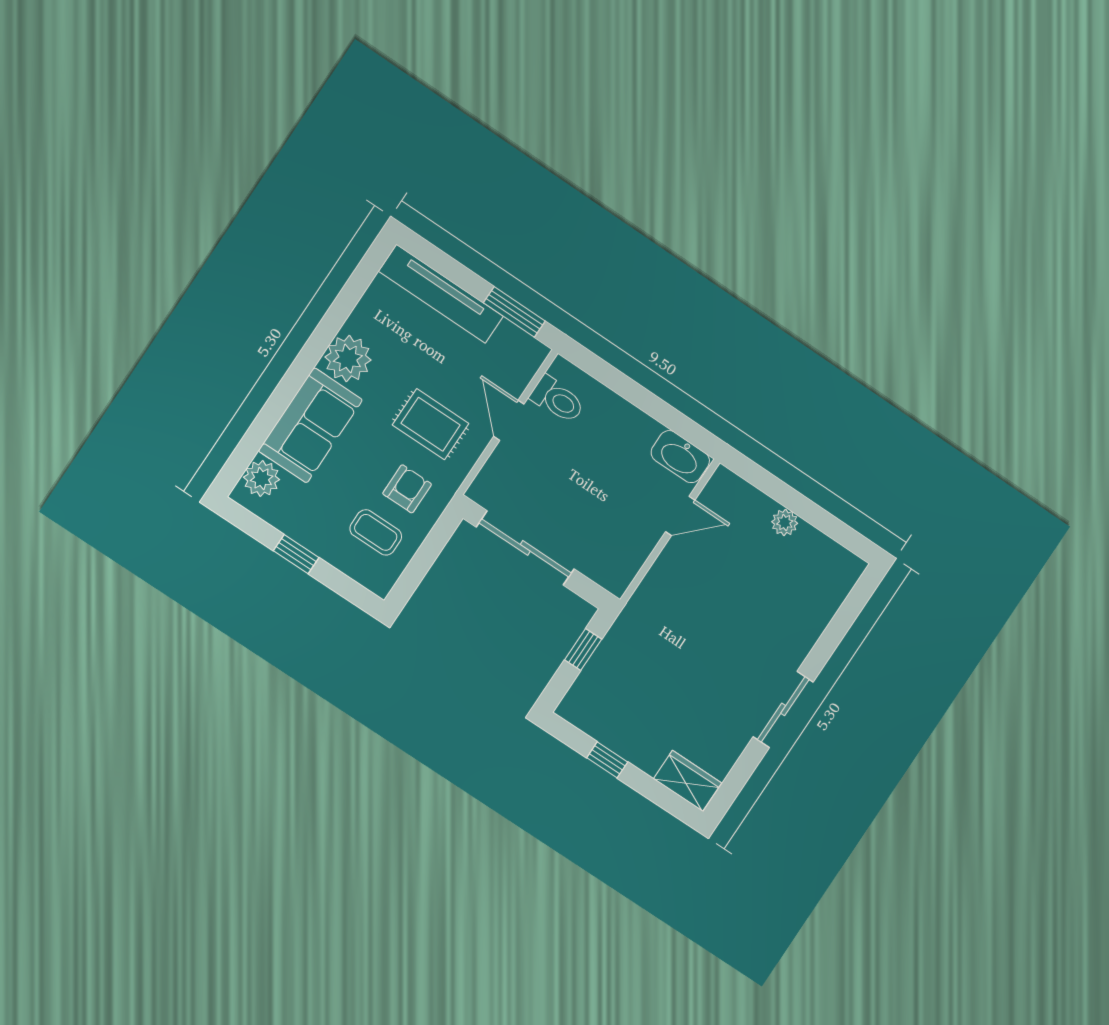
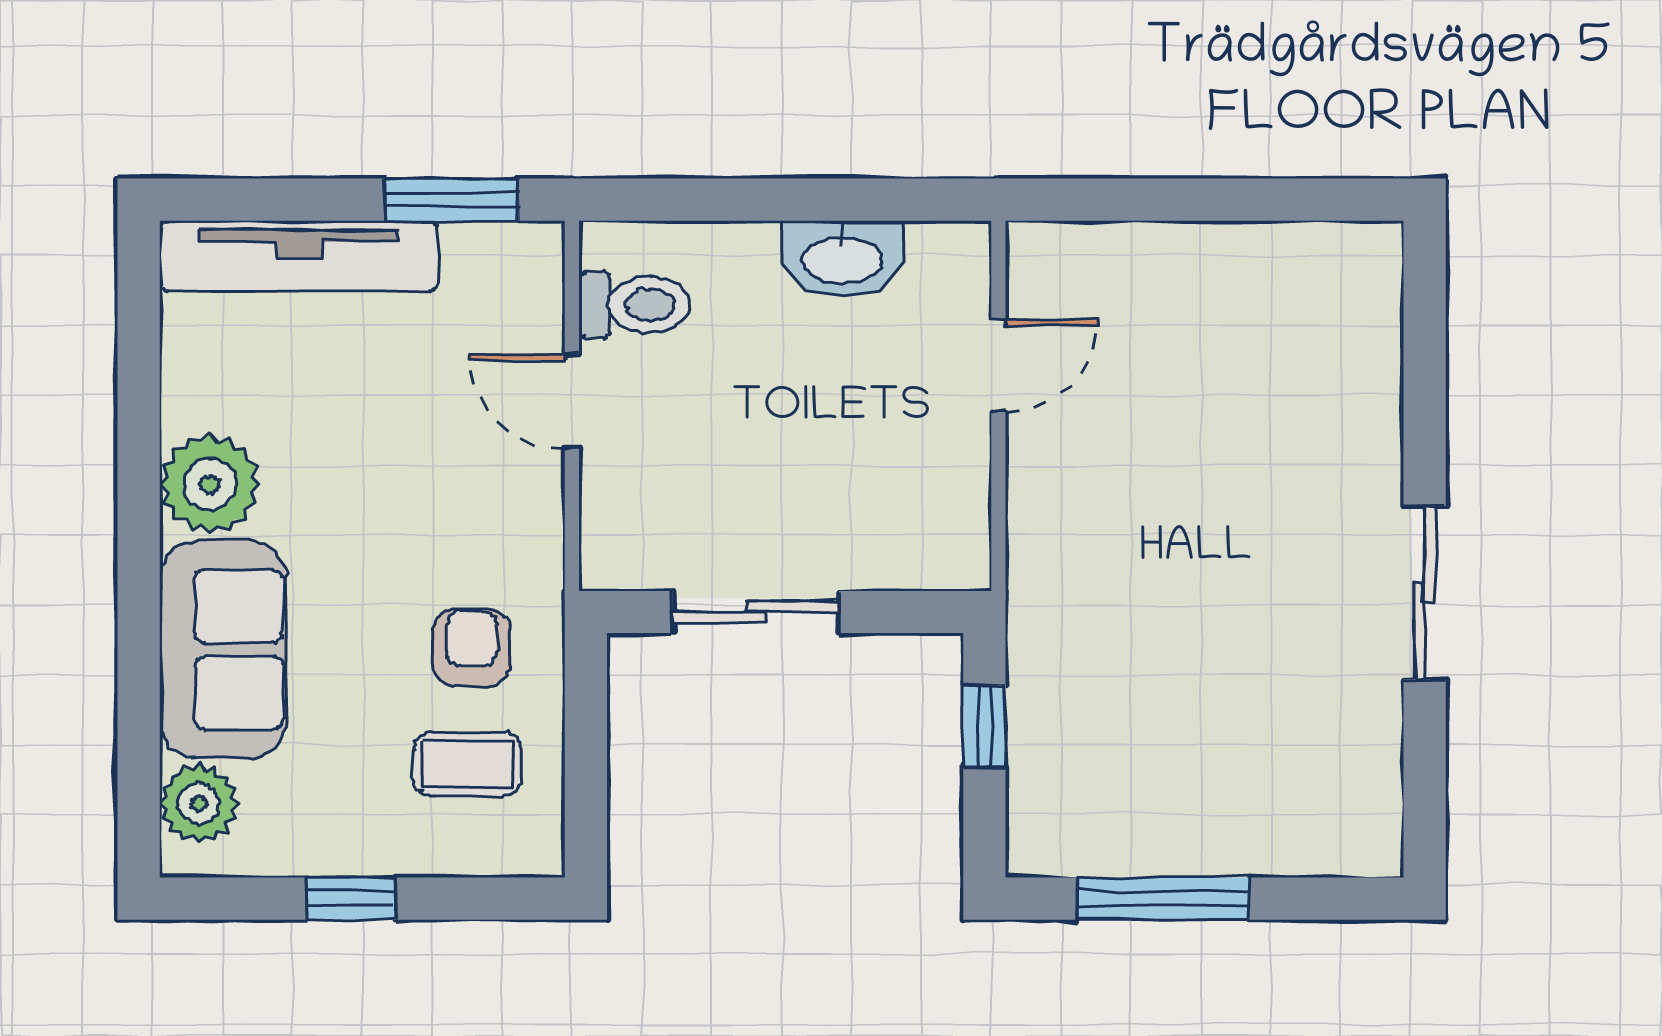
rug: (431, 424) -> (436, 503), removed
washbasin: (680, 457) -> (842, 258), moved
plant: (785, 522) -> (1197, 250), removed
sliding door: (525, 548) -> (756, 612), width x0.73
window: (607, 760) -> (1163, 899), width x2.17
wardrobe: (687, 781) -> (1337, 840), removed

